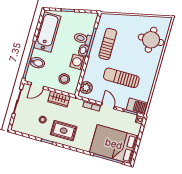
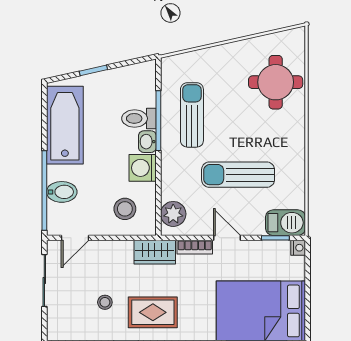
wardrobe: (59, 99) -> (155, 252), moved

